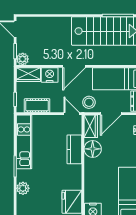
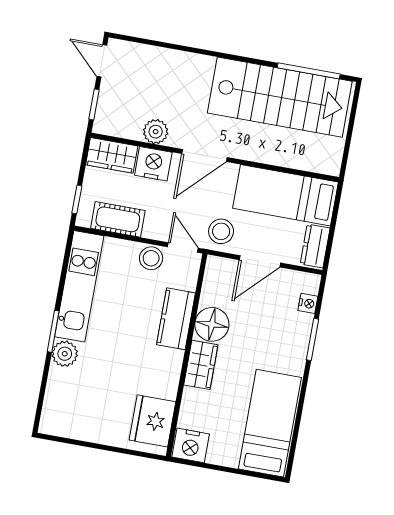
plant: (23, 59) -> (156, 132), moved
stool: (57, 122) -> (151, 258), added
wardrobe: (91, 126) -> (201, 365), moved
plant: (23, 188) -> (65, 354), moved

